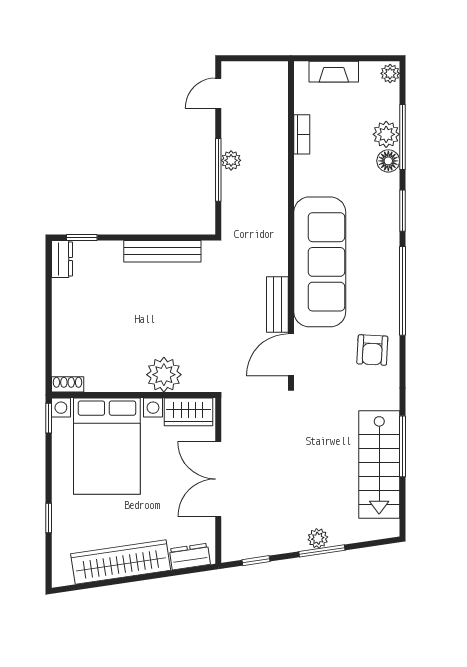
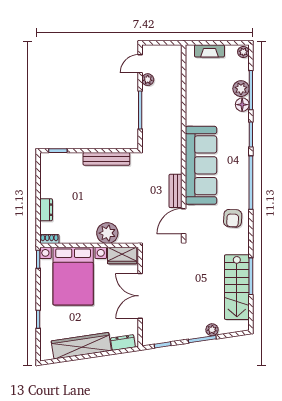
bookcase: (302, 134) -> (190, 89), removed
plant: (231, 160) -> (148, 80), moved
dresser: (62, 259) -> (46, 210), moved
plant: (318, 538) -> (212, 330), moved

